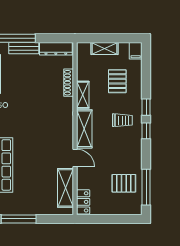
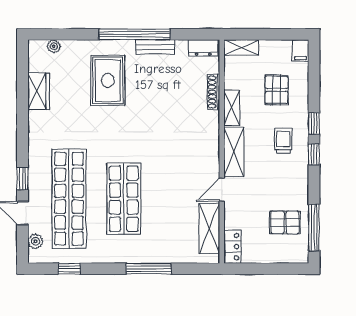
shelving: (104, 48) -> (241, 48), moved
dresser: (56, 49) -> (203, 48), width x0.70
trolley: (122, 120) -> (283, 141), turned -90
door: (75, 158) -> (222, 190), swing flipped

